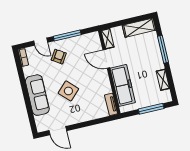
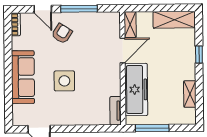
window: (163, 49) -> (199, 55), width x0.46
door: (106, 59) -> (123, 51), swing flipped
side table: (68, 91) -> (64, 81), turned 45
window: (151, 109) -> (152, 128), moved

